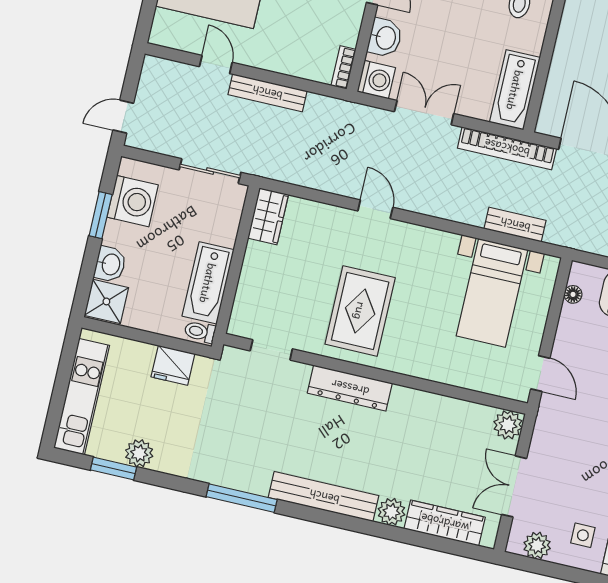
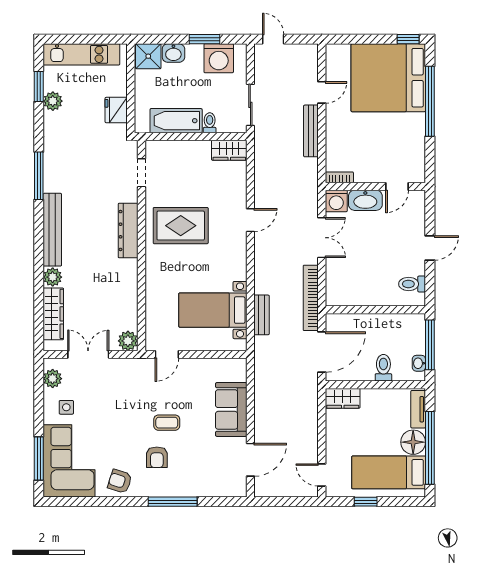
washbasin: (385, 38) -> (365, 200), width x1.38
bathtub: (515, 90) -> (351, 294), removed
floor lamp: (573, 294) -> (224, 364), removed
toilet: (200, 332) -> (210, 123), moved

